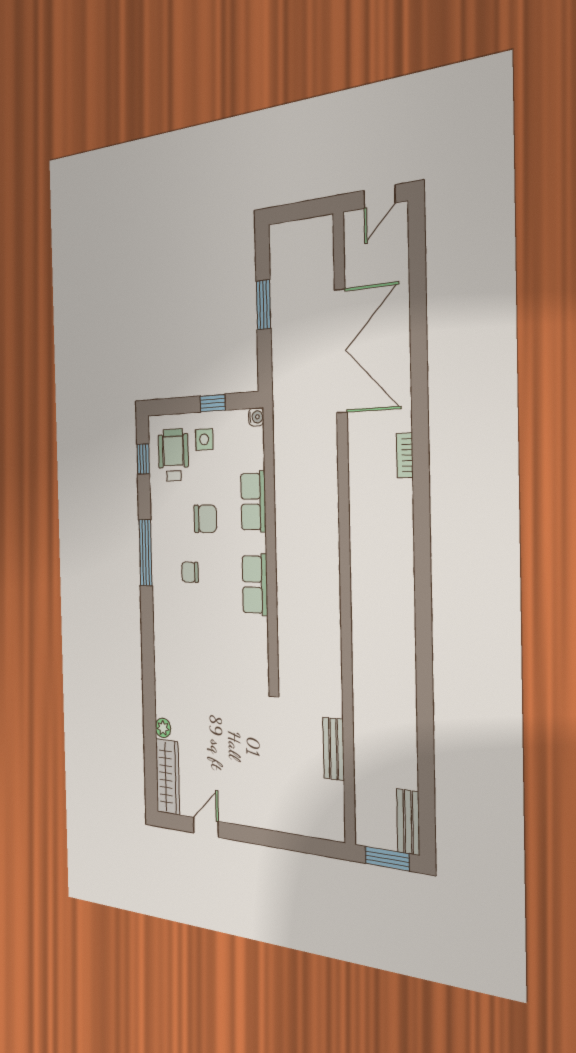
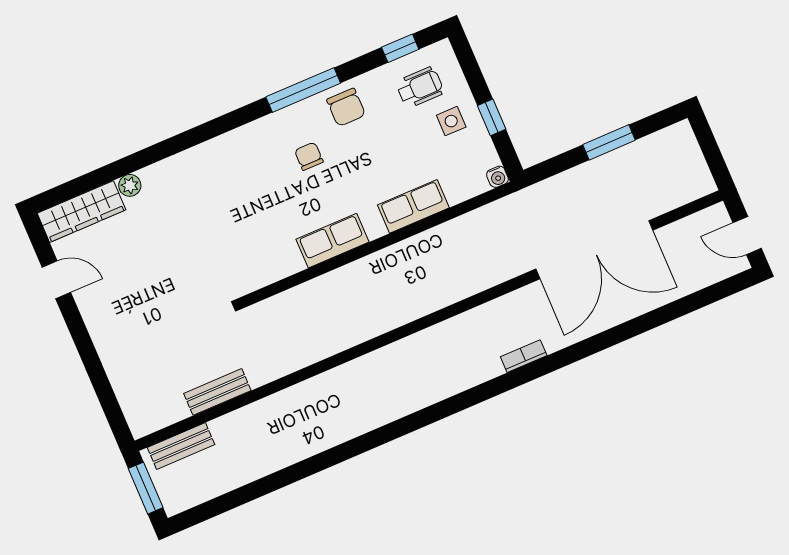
wheelchair: (173, 455) -> (420, 87), width x0.73, depth x0.73
chair: (205, 519) -> (346, 107), moved
bench: (408, 822) -> (181, 446), moved

